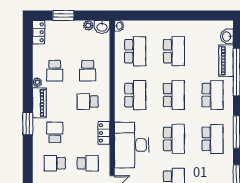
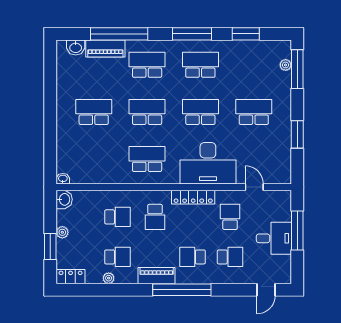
plant: (88, 25) -> (62, 232), moved
school desk: (135, 51) -> (94, 159), removed
plant: (37, 82) -> (109, 278), moved
window: (28, 124) -> (182, 290), width x2.11
locker: (104, 133) -> (193, 197), width x1.53
school desk: (55, 163) -> (230, 257), turned -90

